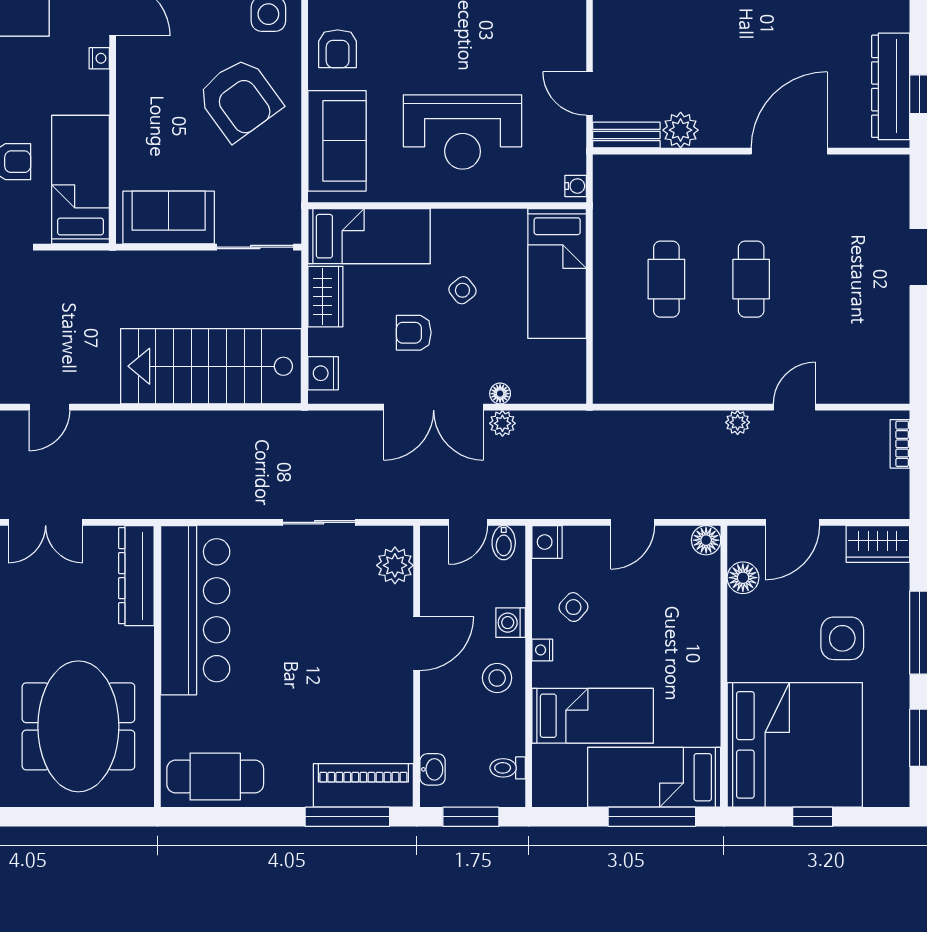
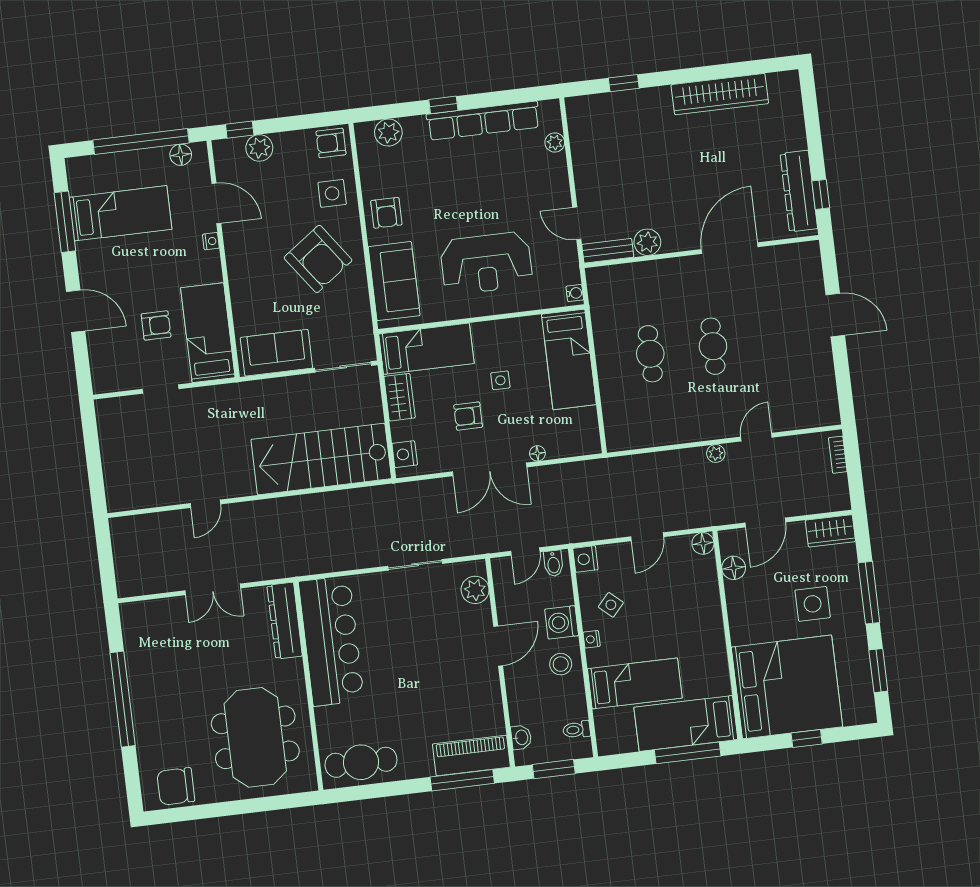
side table: (462, 290) -> (500, 380), turned 38
plant: (502, 423) -> (542, 475), removed
washing machine: (511, 623) -> (562, 622), width x1.38, depth x1.38

